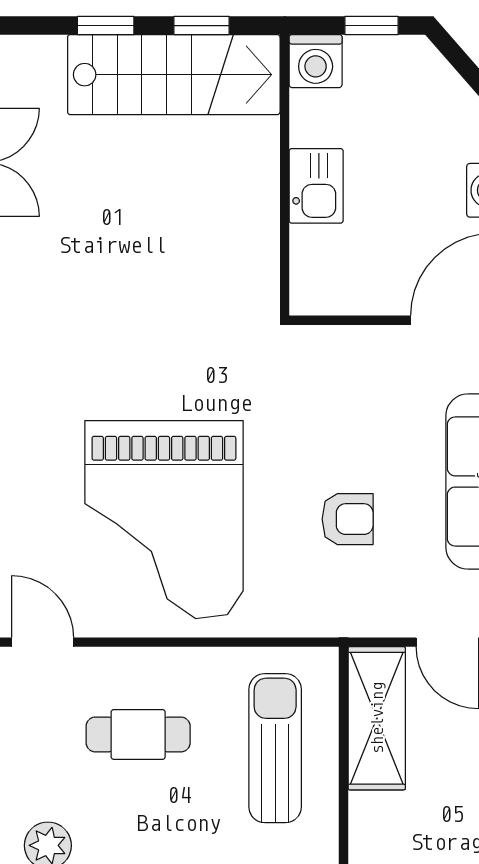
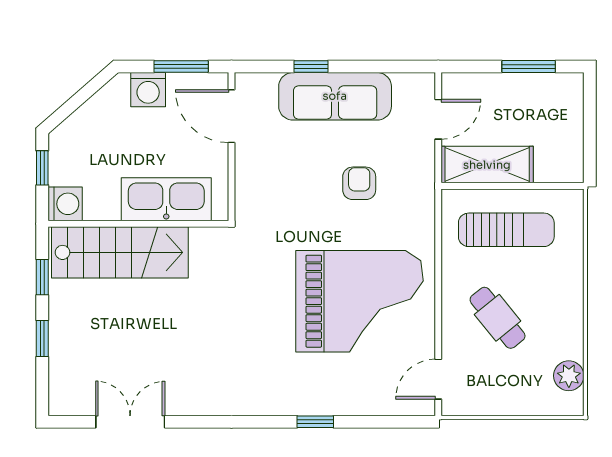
stairs: (174, 75) -> (120, 252), moved, turned 90
kitchen sink: (316, 186) -> (166, 199), width x1.88, depth x1.24
cafe table: (138, 734) -> (498, 318), turned -39
sun lounger: (275, 748) -> (506, 230), turned 180

